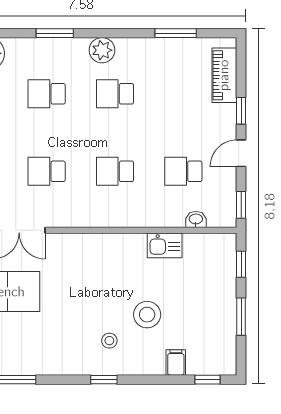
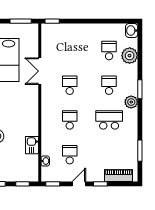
plant: (102, 50) -> (131, 102), moved
school desk: (115, 94) -> (109, 120), width x1.85
door: (241, 153) -> (79, 184), hinge flipped

